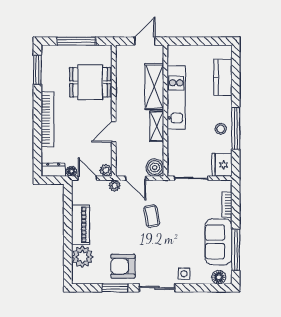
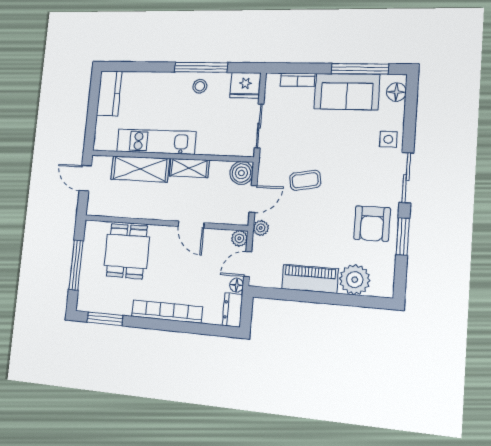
kitchen counter: (223, 77) -> (109, 93), moved, turned -90

